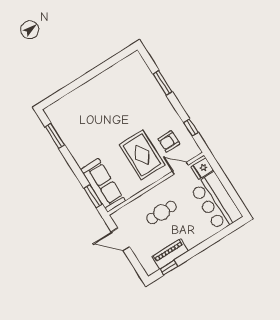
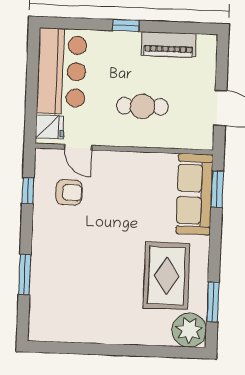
plant: (57, 113) -> (189, 330), added
rug: (142, 155) -> (167, 276), moved
window: (169, 268) -> (126, 25), moved

